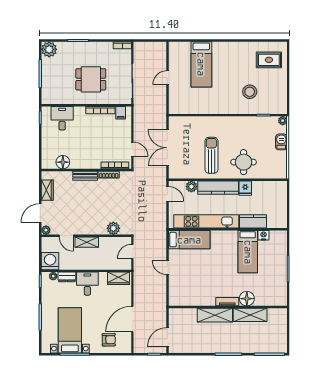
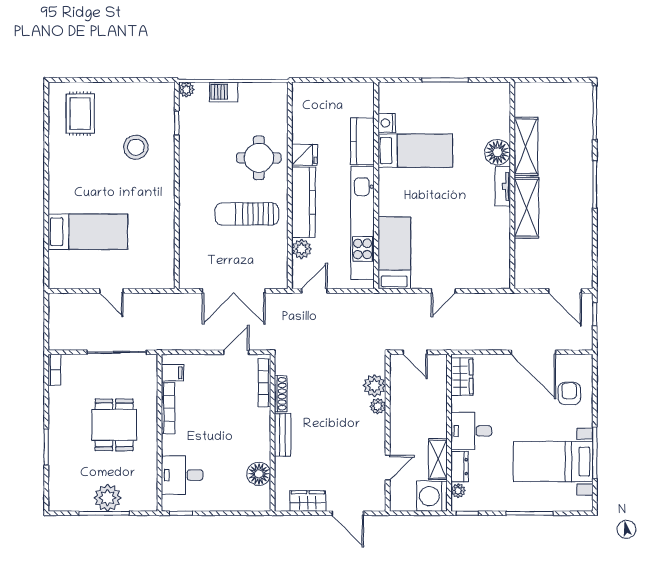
plant: (49, 49) -> (107, 498), moved
plant: (46, 230) -> (378, 406), moved
shelving: (87, 242) -> (438, 459), moved

